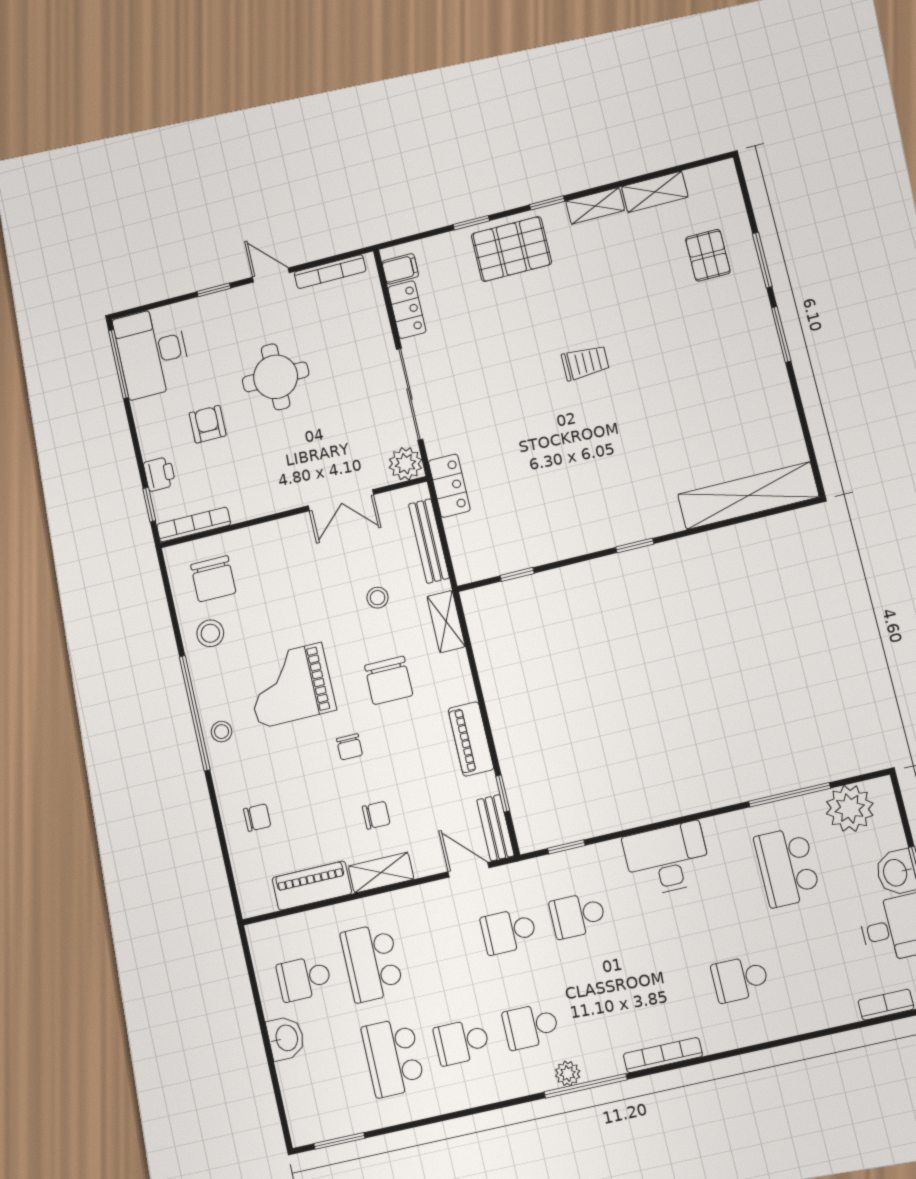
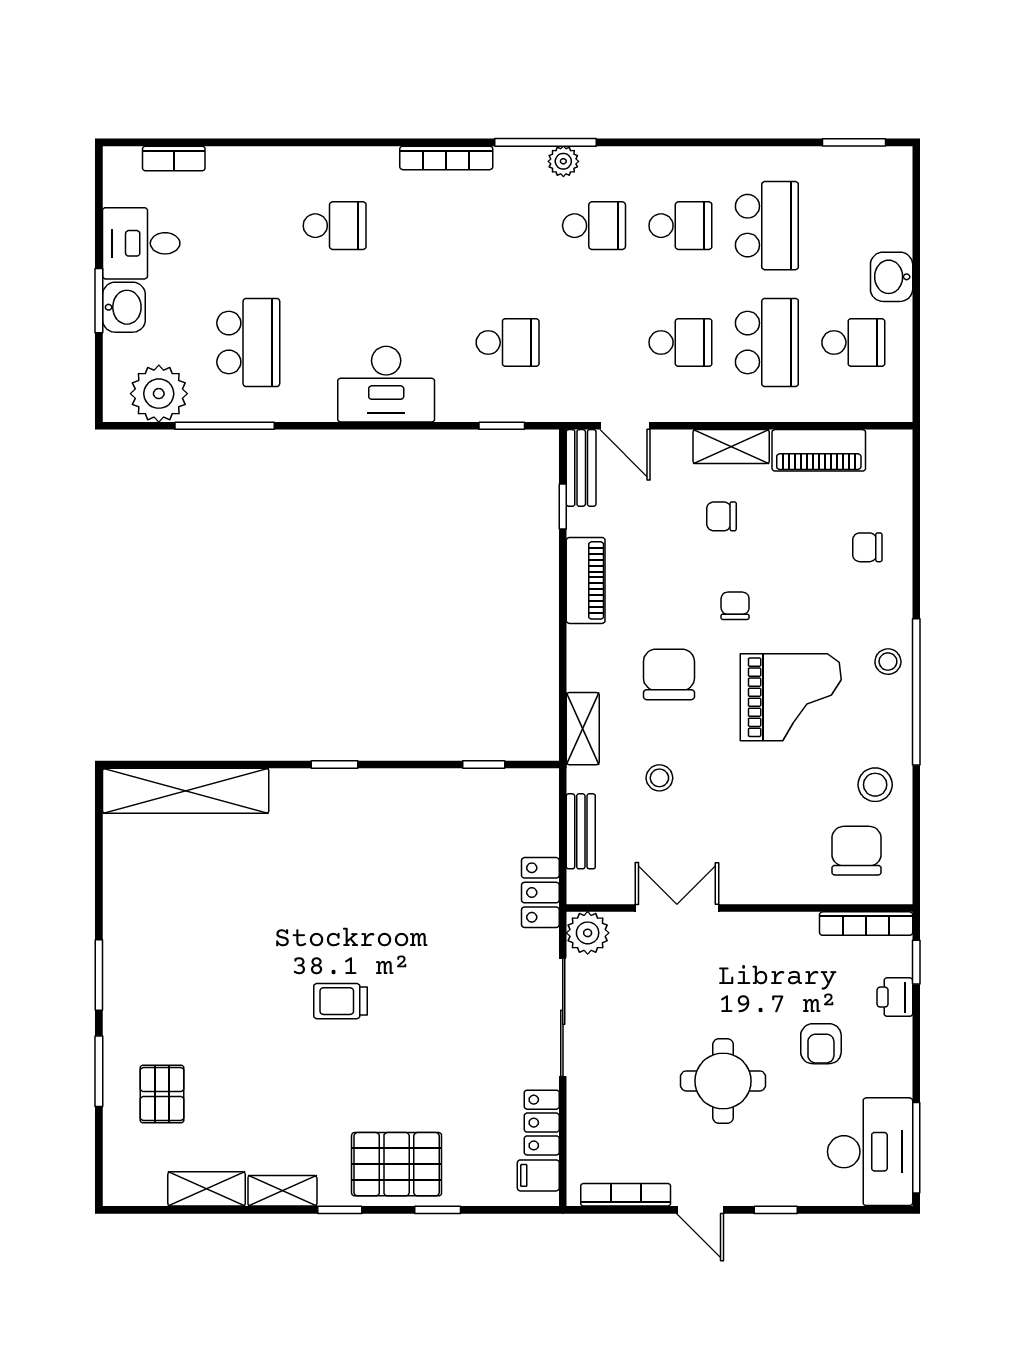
bench: (429, 541) -> (581, 831), width x0.73
school desk: (509, 931) -> (680, 342), moved

